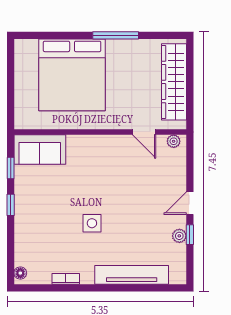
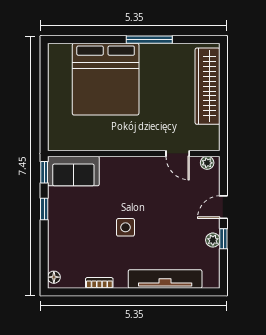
wall: (100, 132) -> (134, 154), moved
door: (144, 132) -> (178, 154), moved
plant: (174, 141) -> (207, 163), moved
sofa: (40, 149) -> (73, 171), moved

